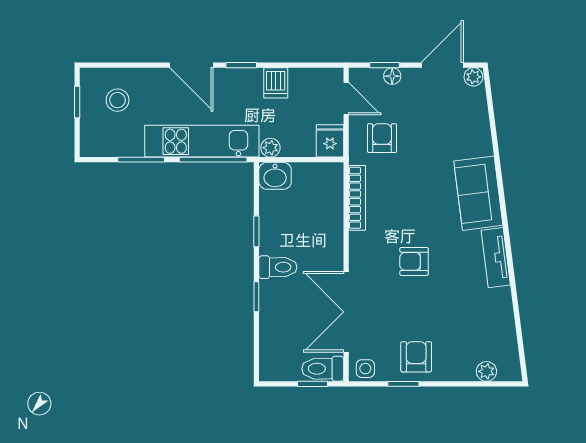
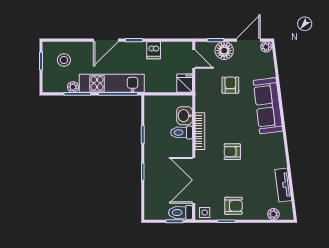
door: (191, 65) -> (106, 40), hinge flipped
floor lamp: (392, 76) -> (224, 51), width x1.89, depth x1.89
armchair: (382, 138) -> (230, 85), moved
plant: (270, 148) -> (73, 87), moved
washbasin: (275, 176) -> (185, 116), moved, turned 90
sofa: (478, 193) -> (268, 106), width x1.36
bookcase: (357, 198) -> (200, 131), moved
tv unit: (496, 258) -> (283, 185), moved
toilet: (278, 267) -> (182, 132), moved, turned 180
armchair: (416, 357) -> (233, 206), turned 90

